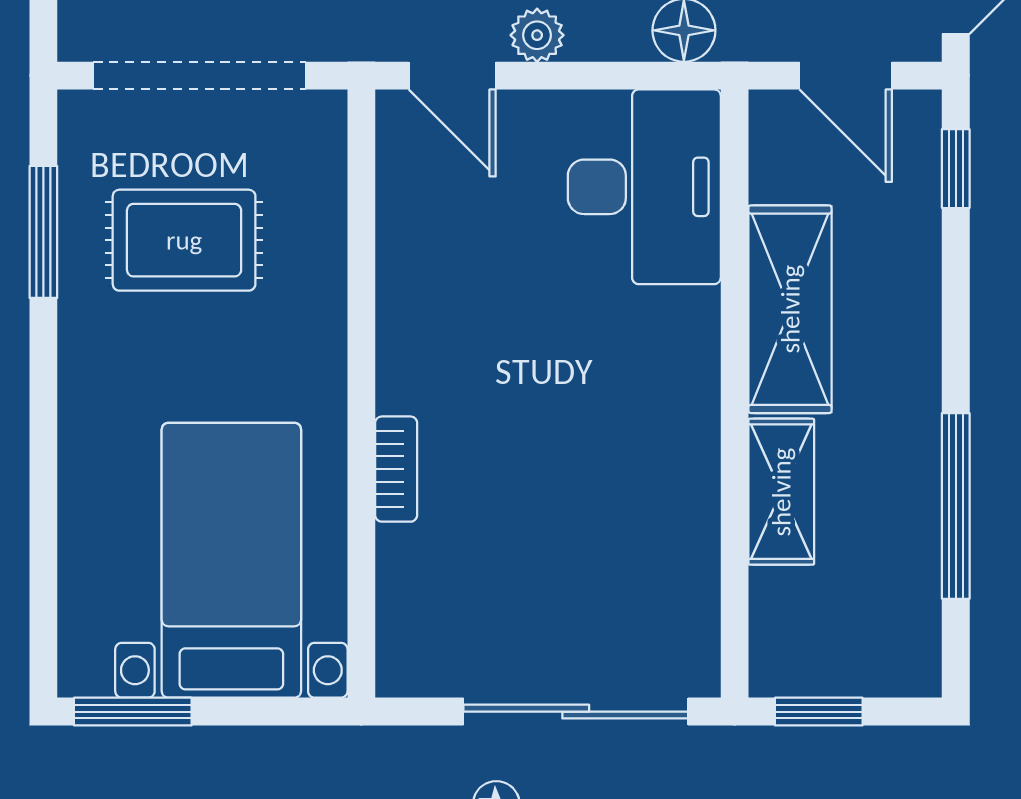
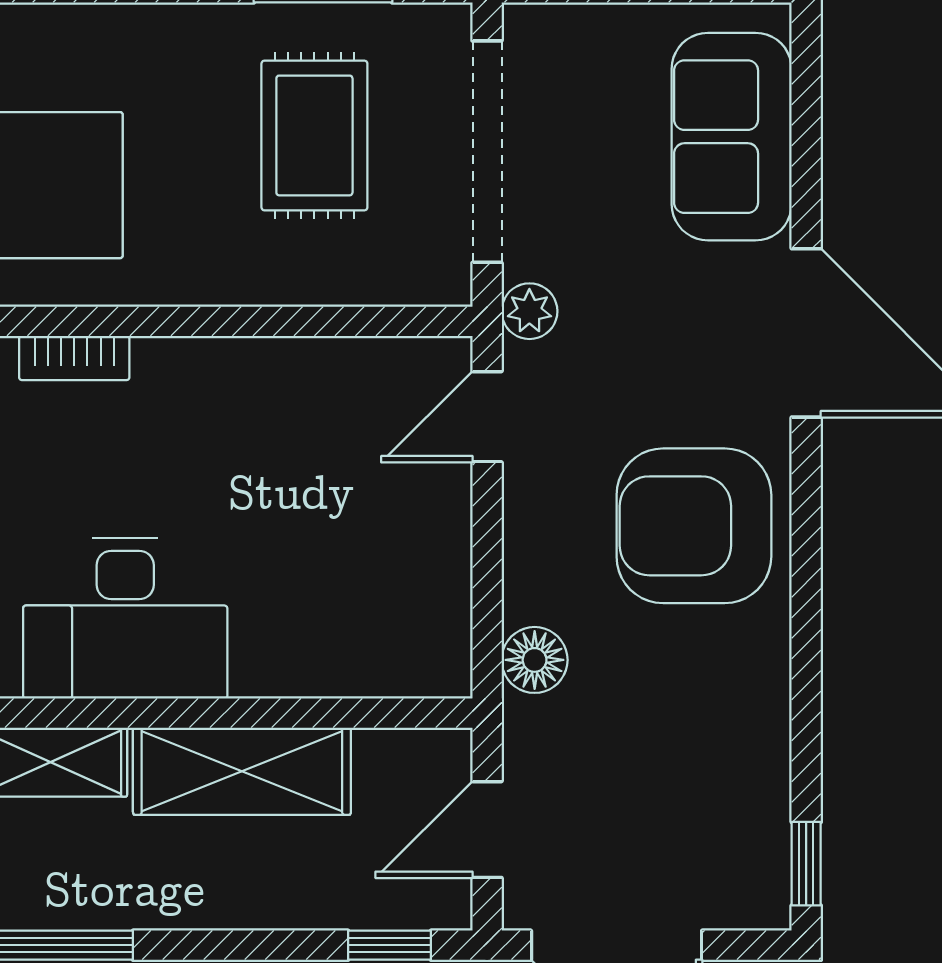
plant: (537, 35) -> (529, 311), moved
desk: (644, 187) -> (125, 618), moved

